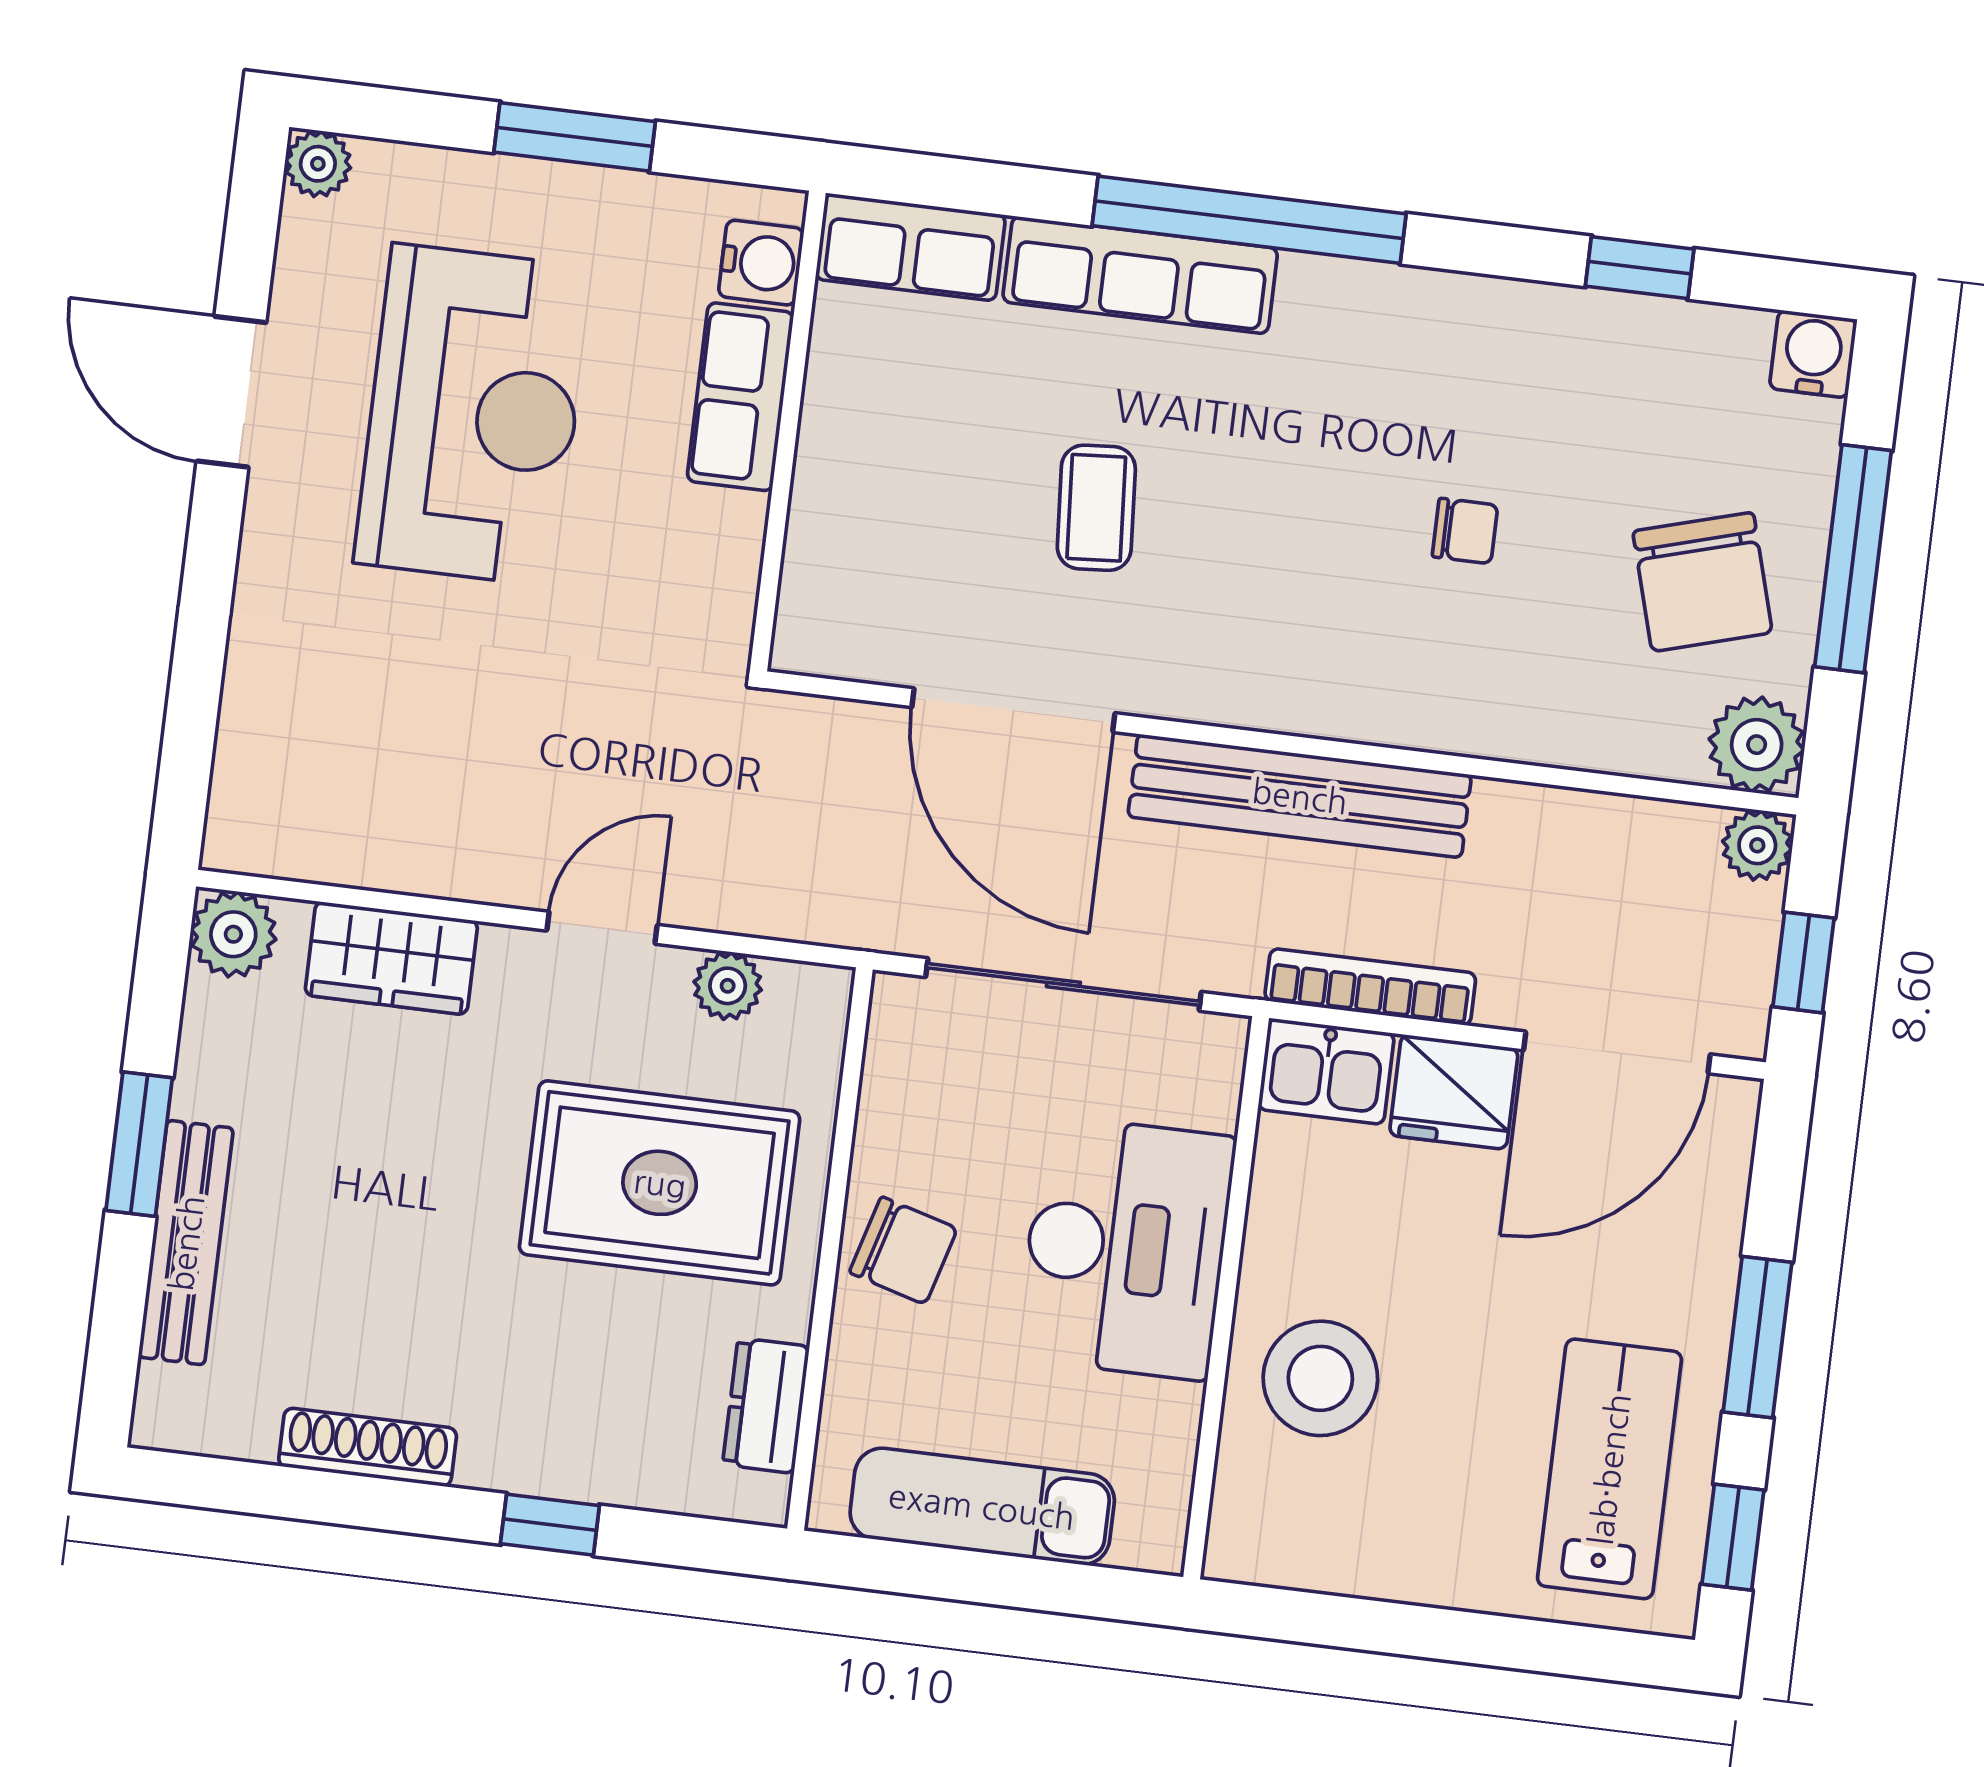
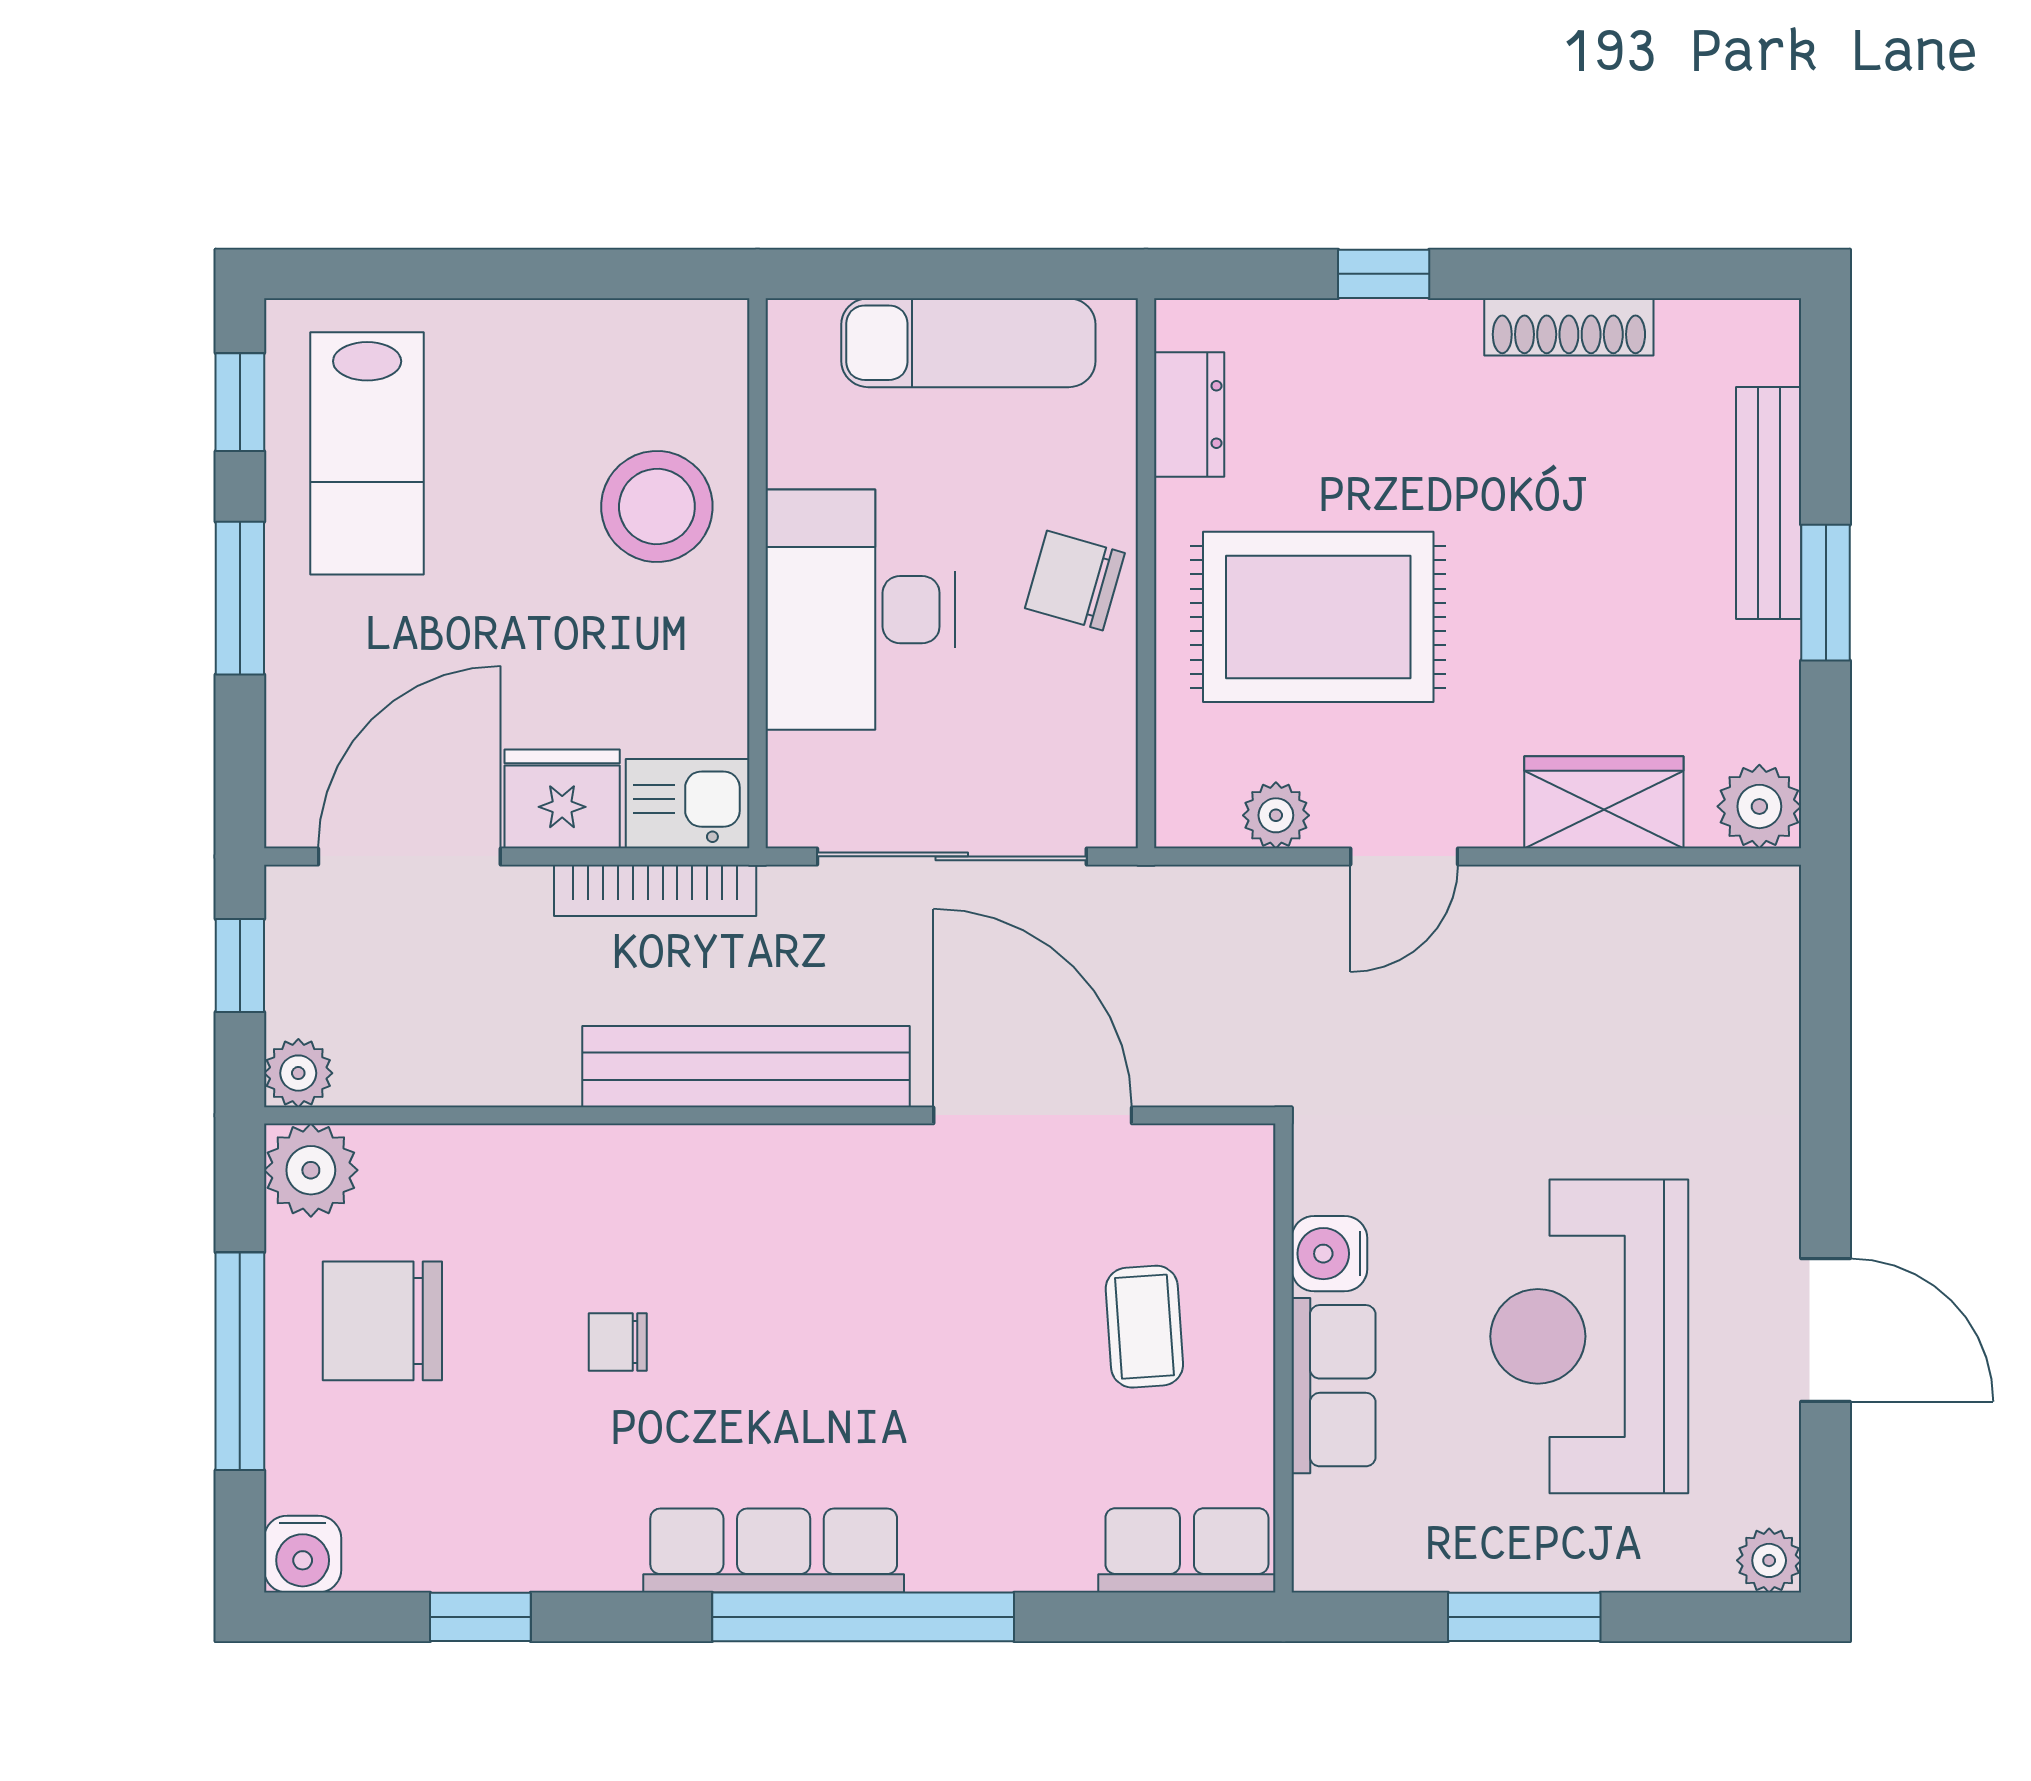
water cooler: (761, 263) -> (1329, 1254), moved
row of seats: (1140, 275) -> (774, 1551), moved
coffee table: (1096, 508) -> (1144, 1327), moved
chair: (1703, 582) -> (382, 1321), turned -74

